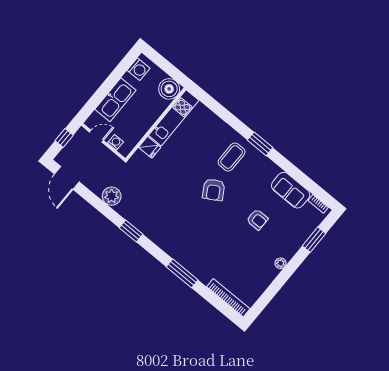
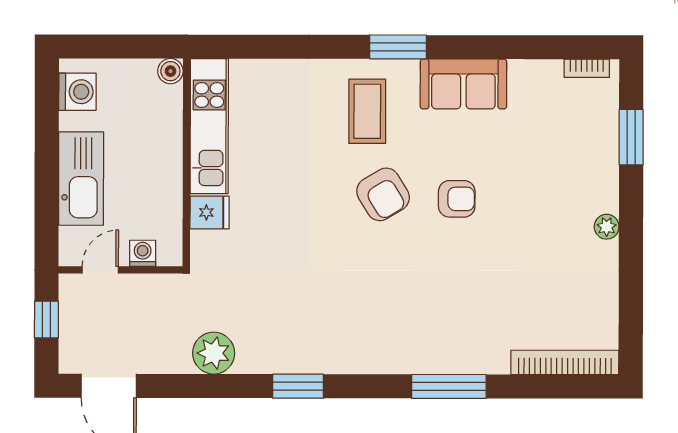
boiler: (169, 89) -> (170, 71), width x0.54, depth x0.54
sofa: (291, 190) -> (463, 84), moved
armchair: (257, 219) -> (457, 199), moved

